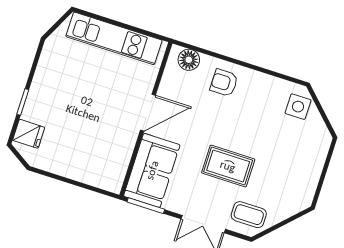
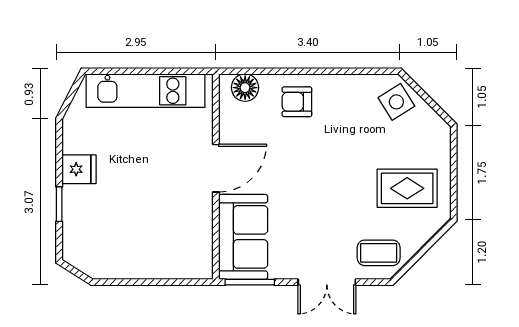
side table: (298, 107) -> (396, 102), turned -32
fridge: (29, 134) -> (79, 169), moved
rug: (228, 166) -> (407, 188), moved

